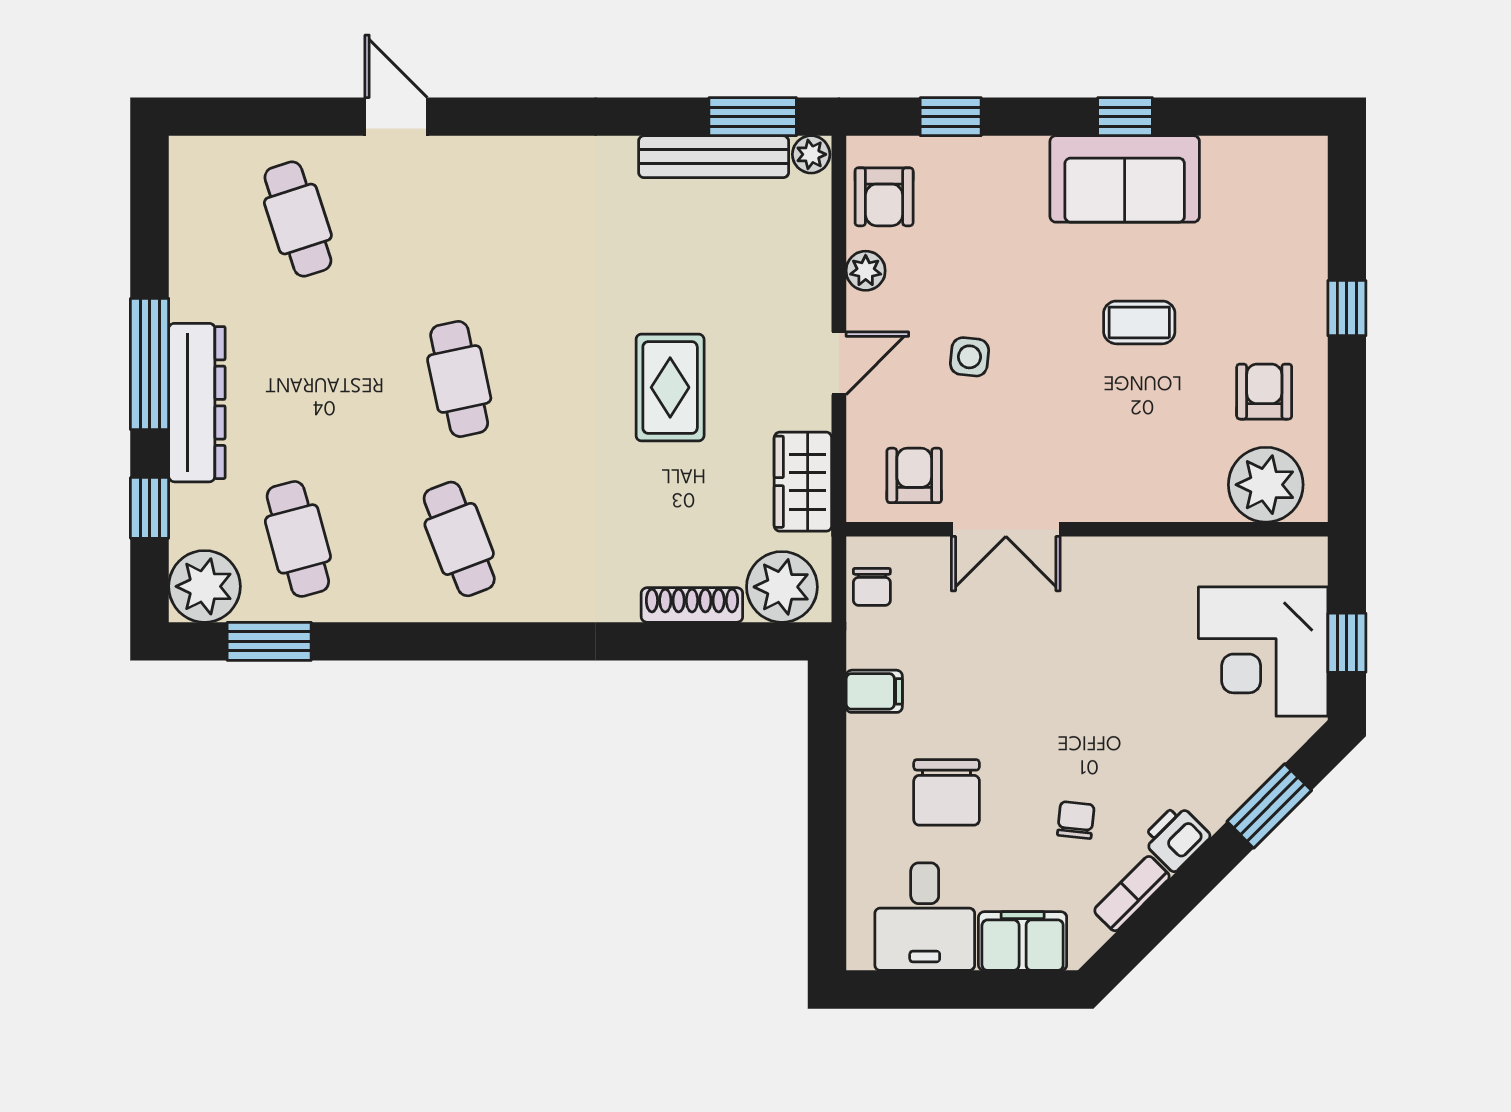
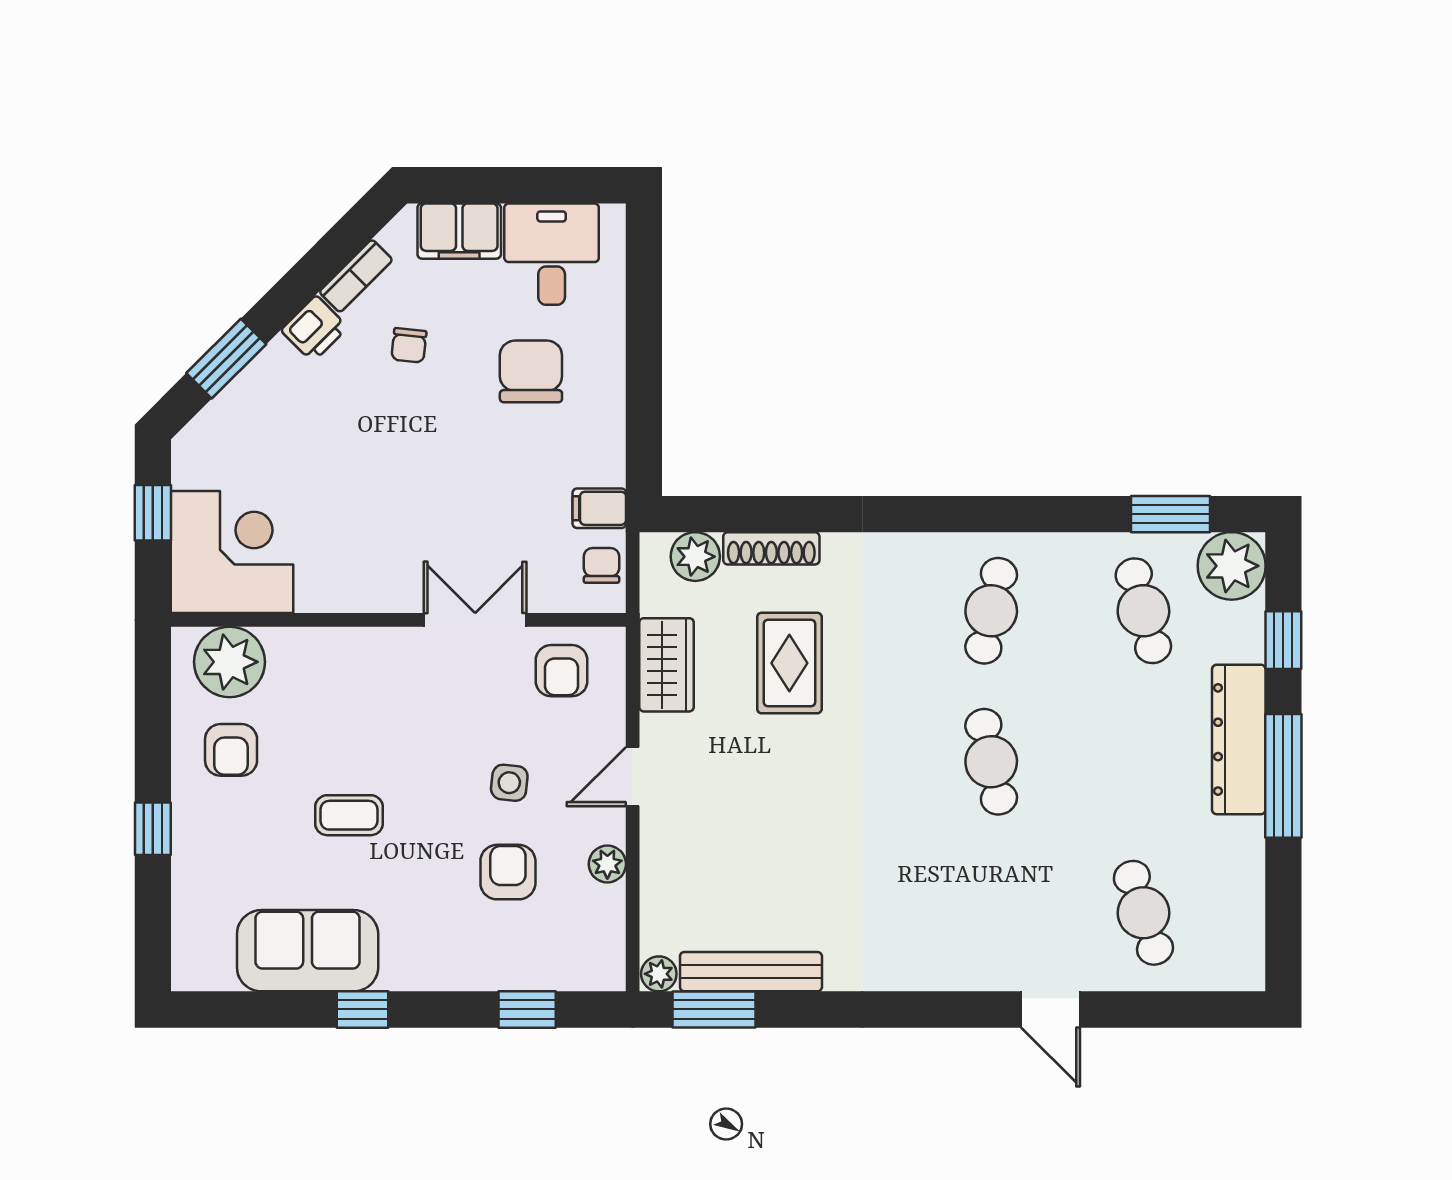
sofa: (1125, 179) -> (308, 951), moved
armchair: (884, 197) -> (508, 872), moved
rug: (670, 387) -> (789, 663), moved
cafe table: (459, 539) -> (991, 611), turned 33
plant: (782, 587) -> (695, 557), width x0.73, depth x0.73
corner desk: (1263, 651) -> (232, 552), moved
filing cabinet: (874, 691) -> (599, 508), moved

